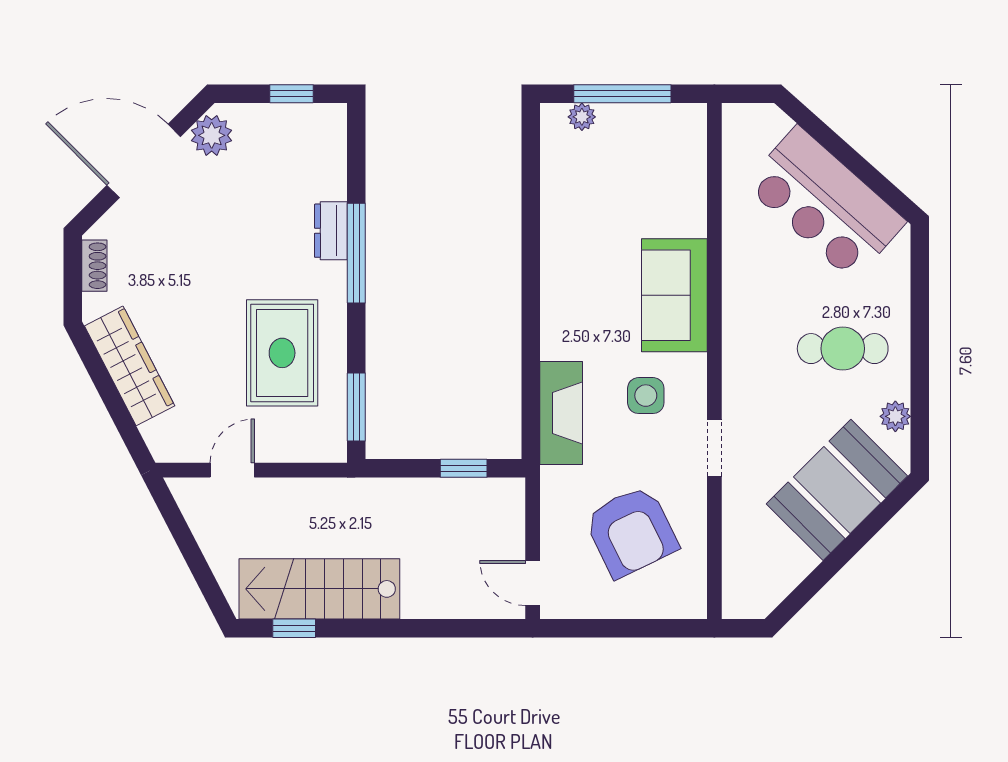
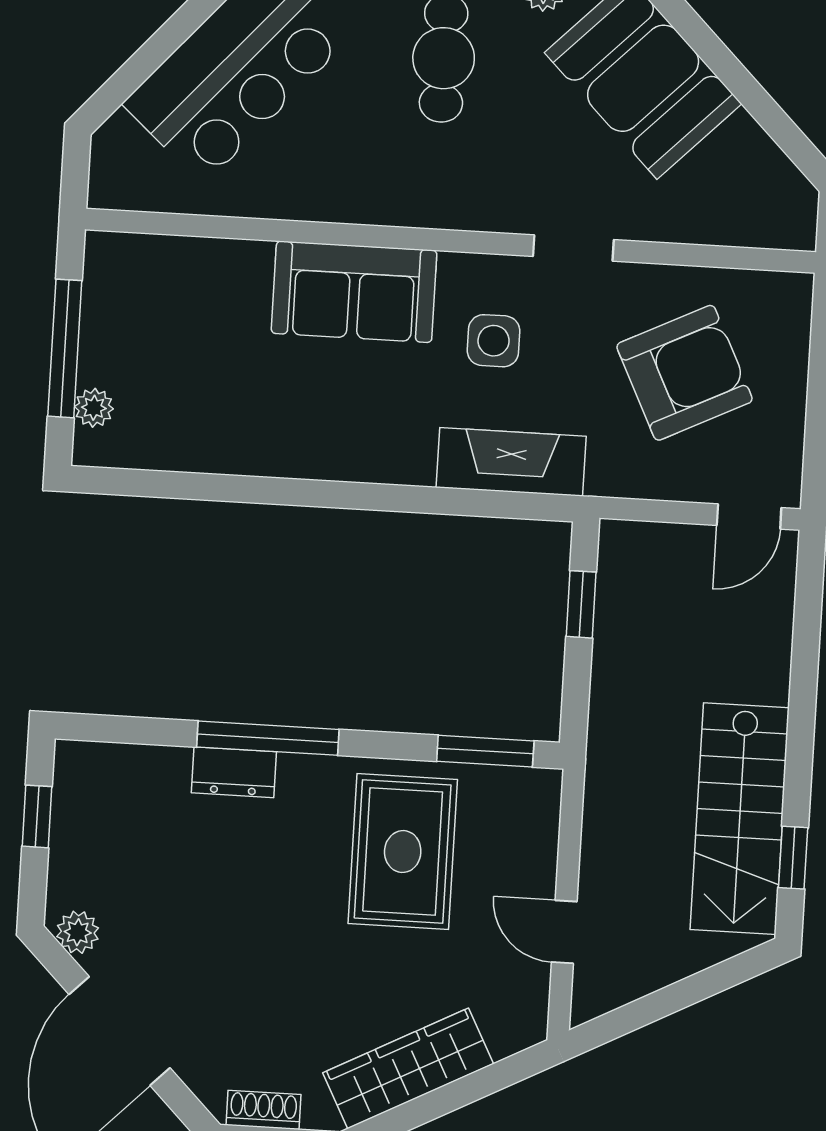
plant: (212, 135) -> (78, 932), width x0.73, depth x0.73
rug: (282, 353) -> (403, 852), turned 90

